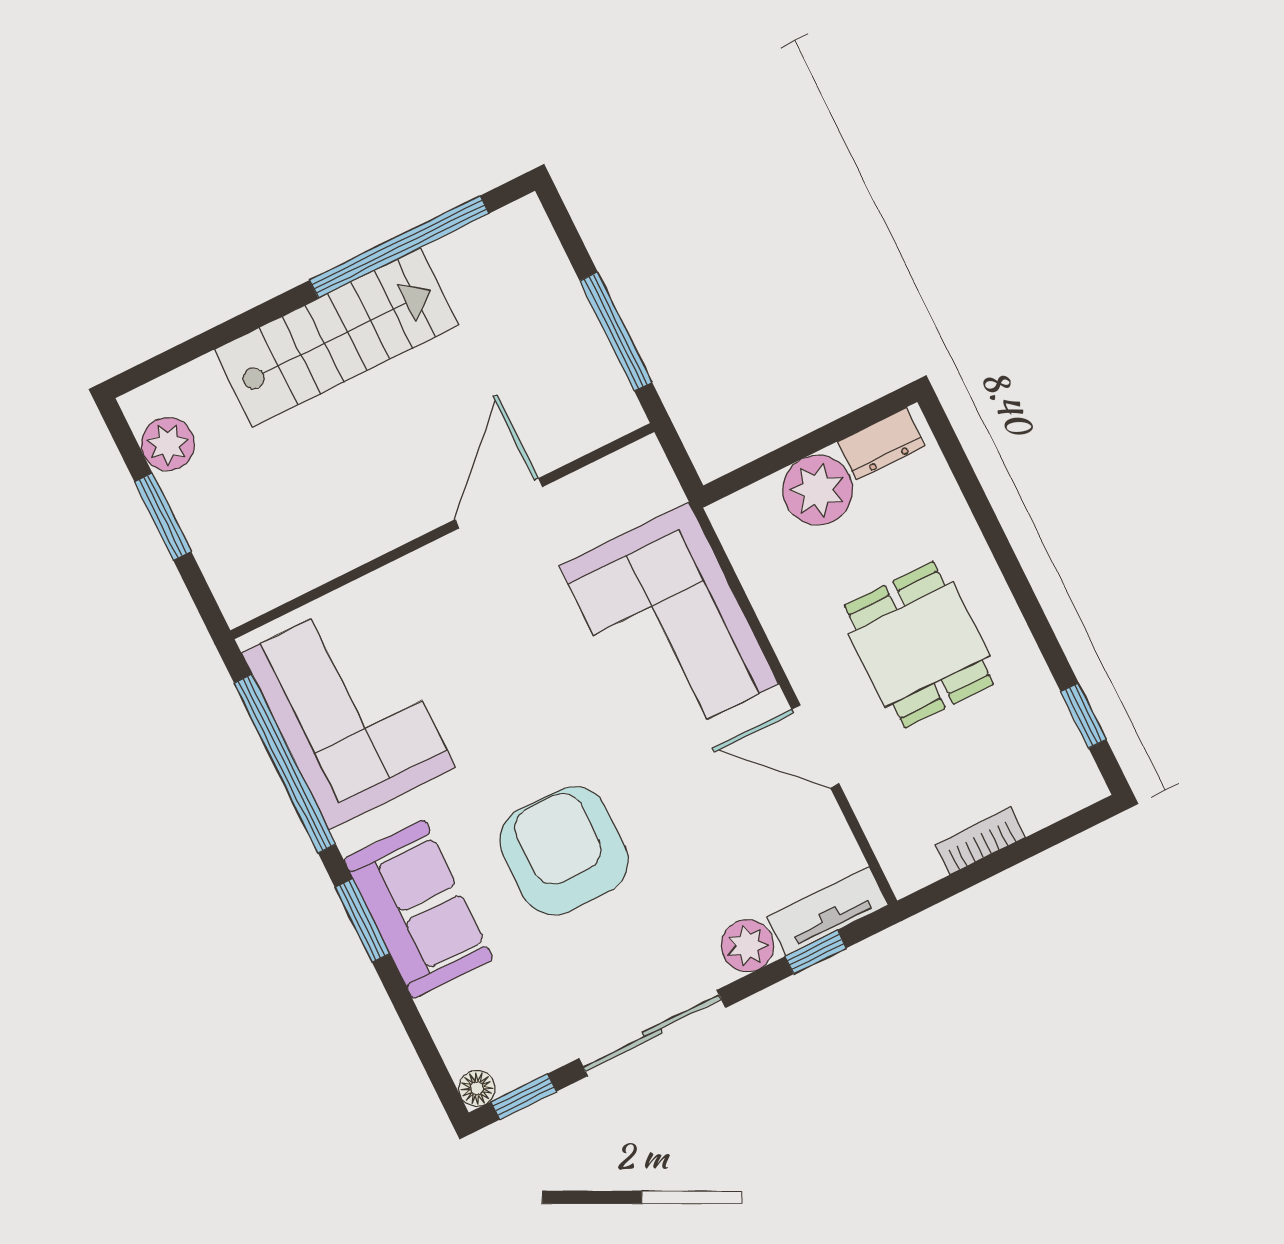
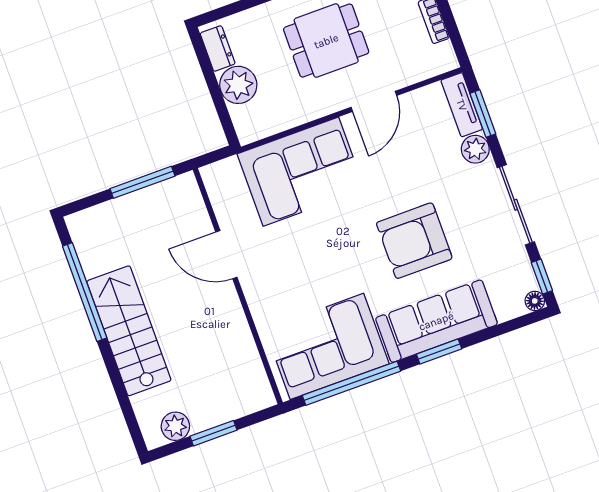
sofa: (418, 909) -> (436, 321), width x1.36
window: (816, 952) -> (483, 114), width x1.50

